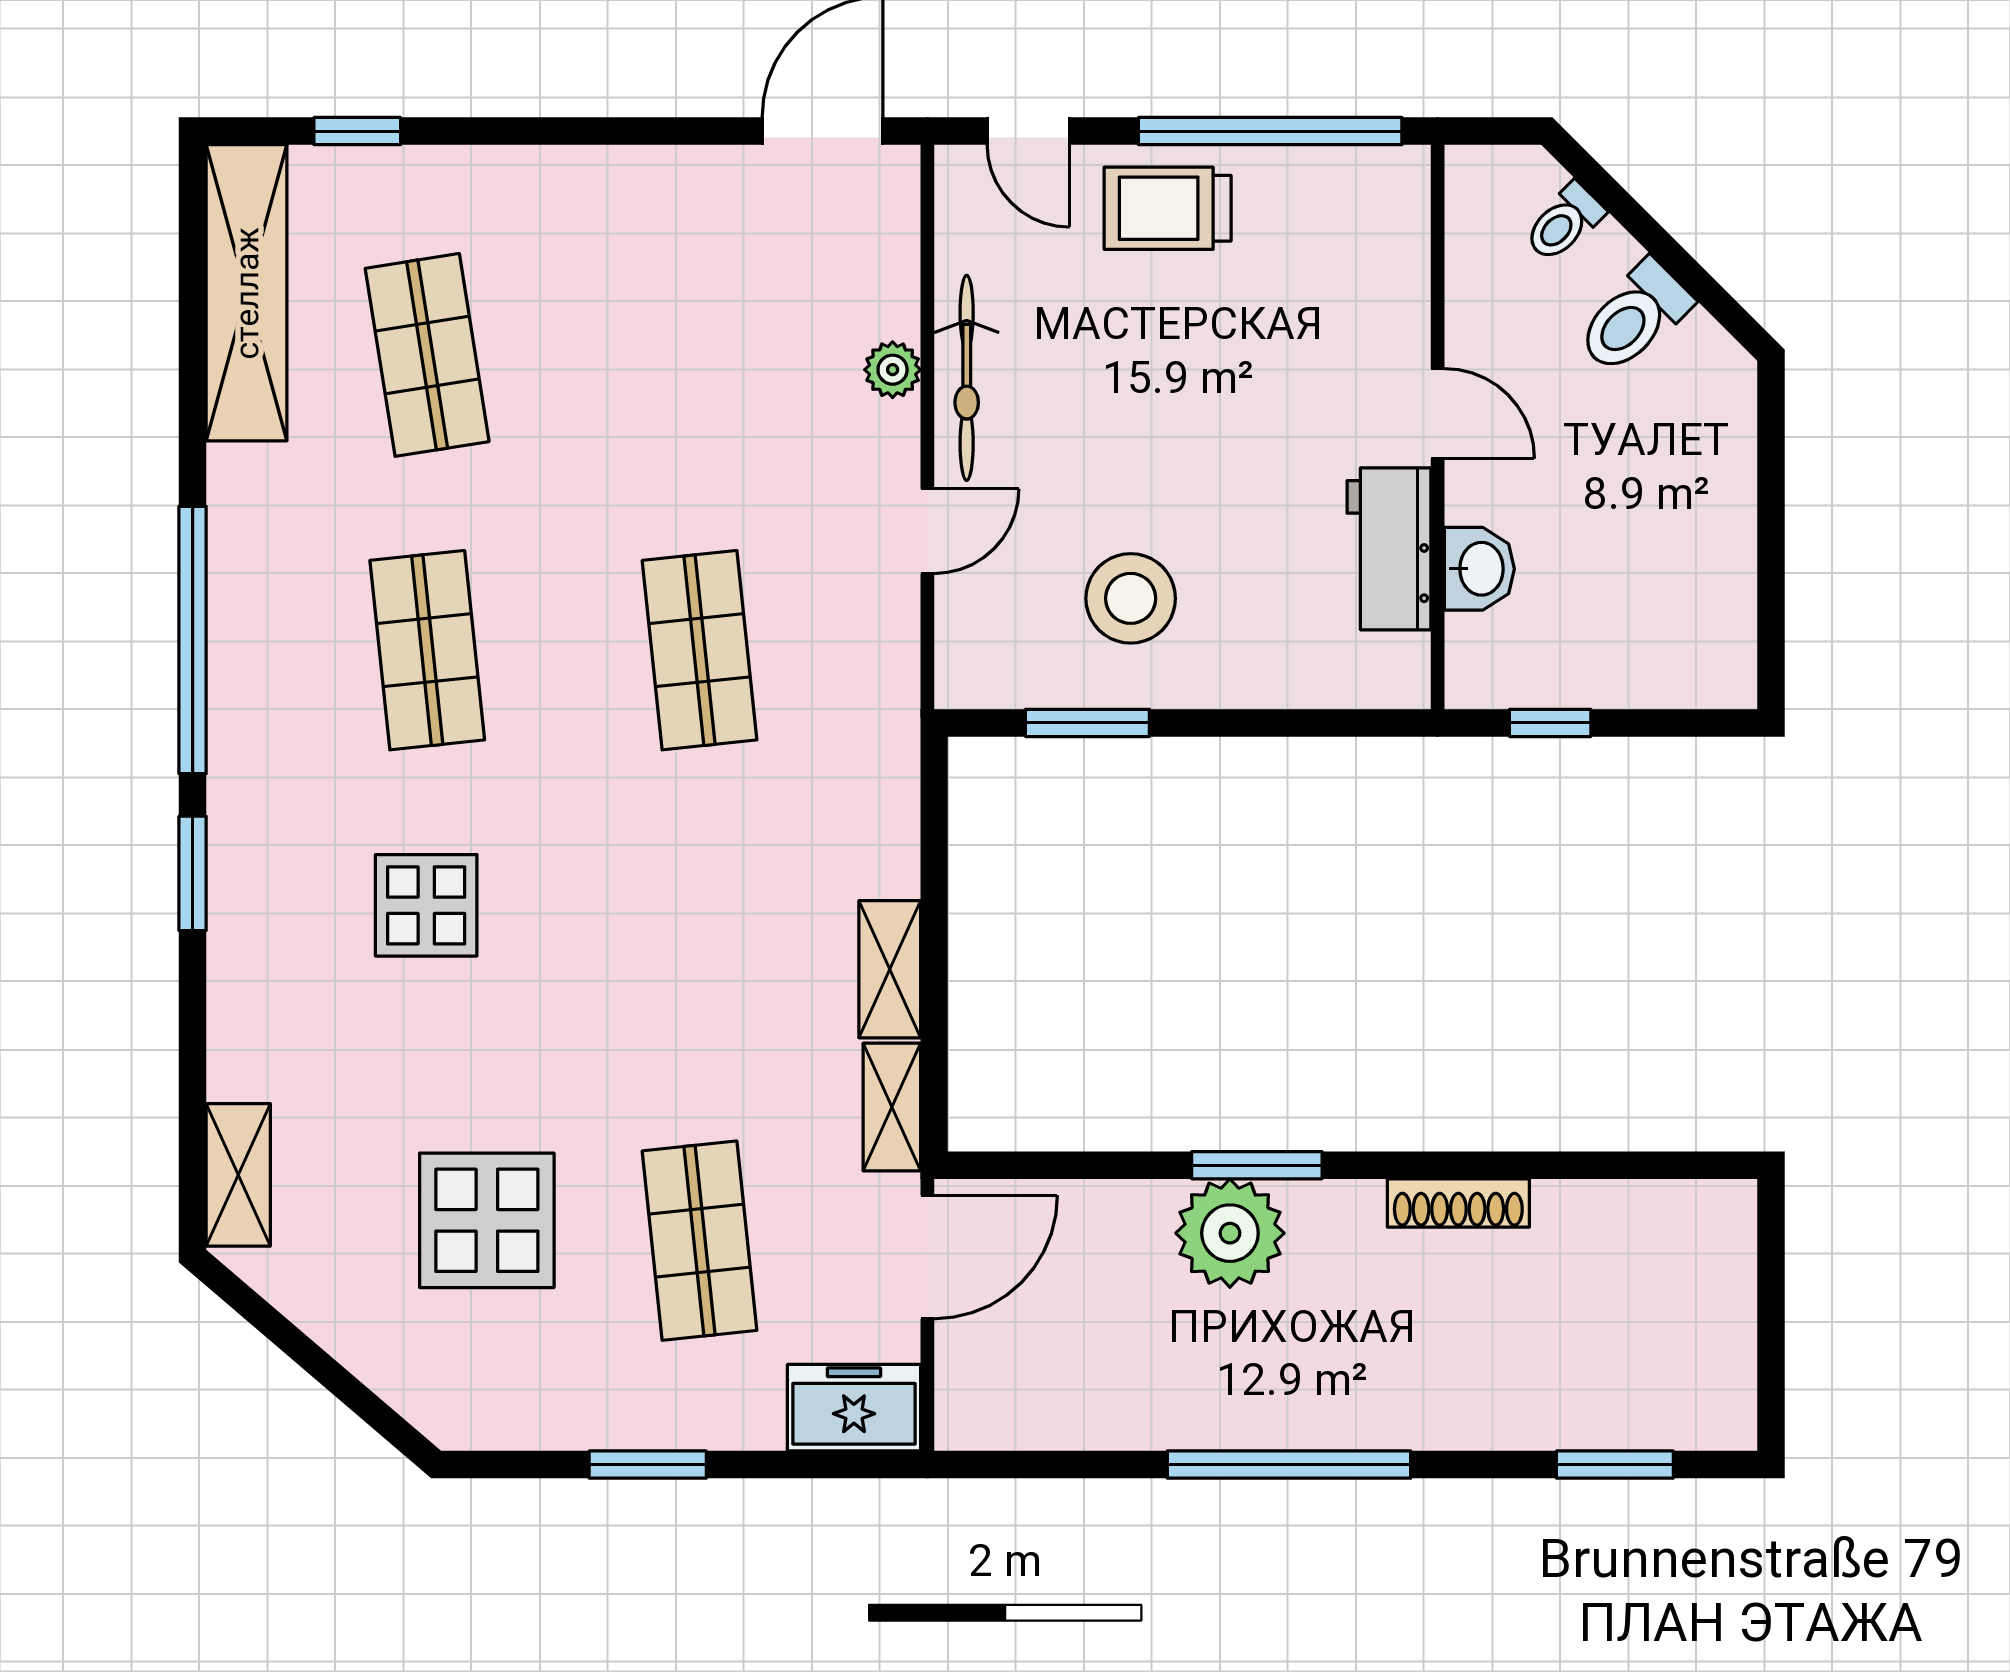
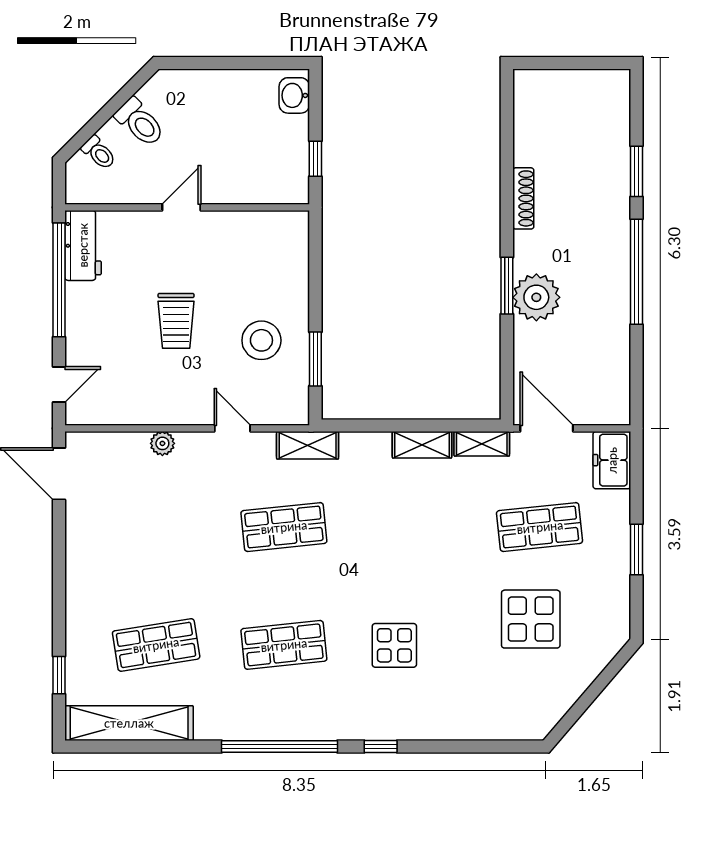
trolley: (1168, 208) -> (176, 321), moved
bicycle: (967, 378) -> (166, 411), removed
workbench: (1389, 549) -> (83, 245), moved, turned -90
washbasin: (1479, 569) -> (294, 95), moved, turned -90
window: (193, 873) -> (381, 747), width x0.67
shelving: (238, 1175) -> (308, 445), moved
window: (1615, 1465) -> (636, 171), moved

